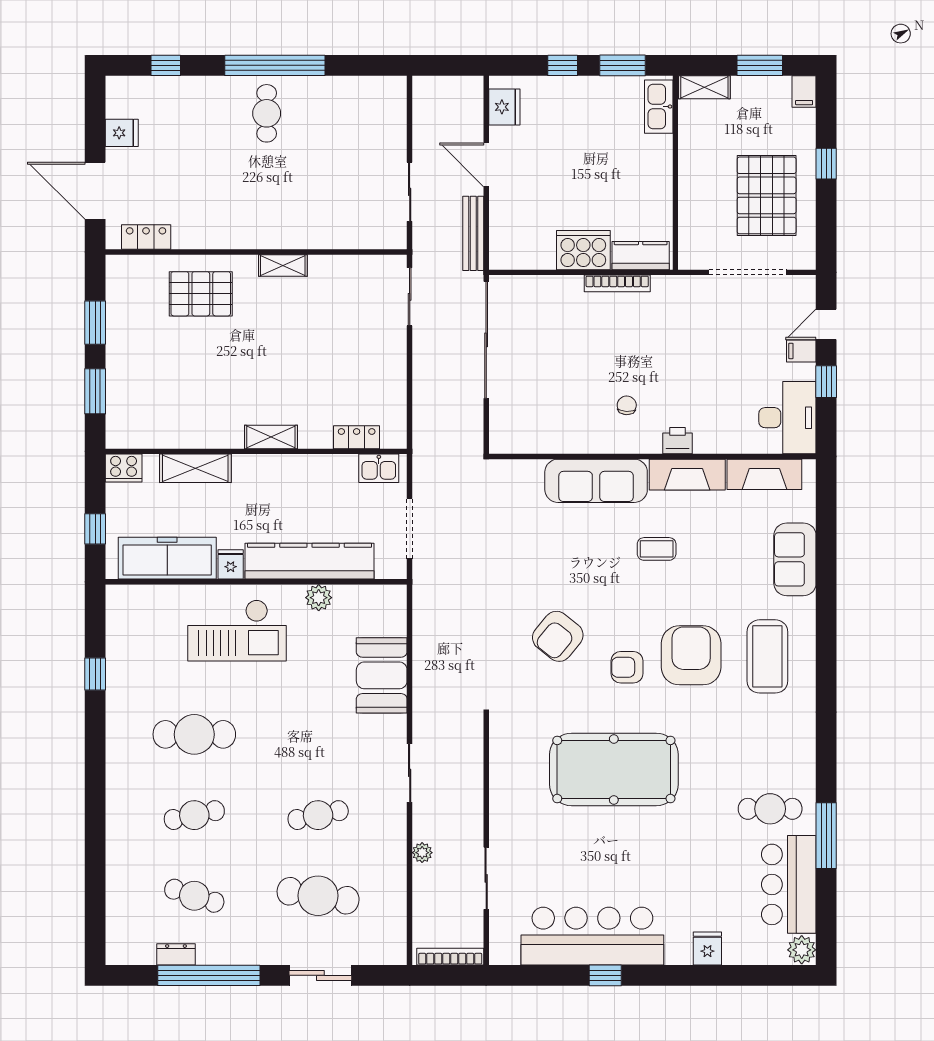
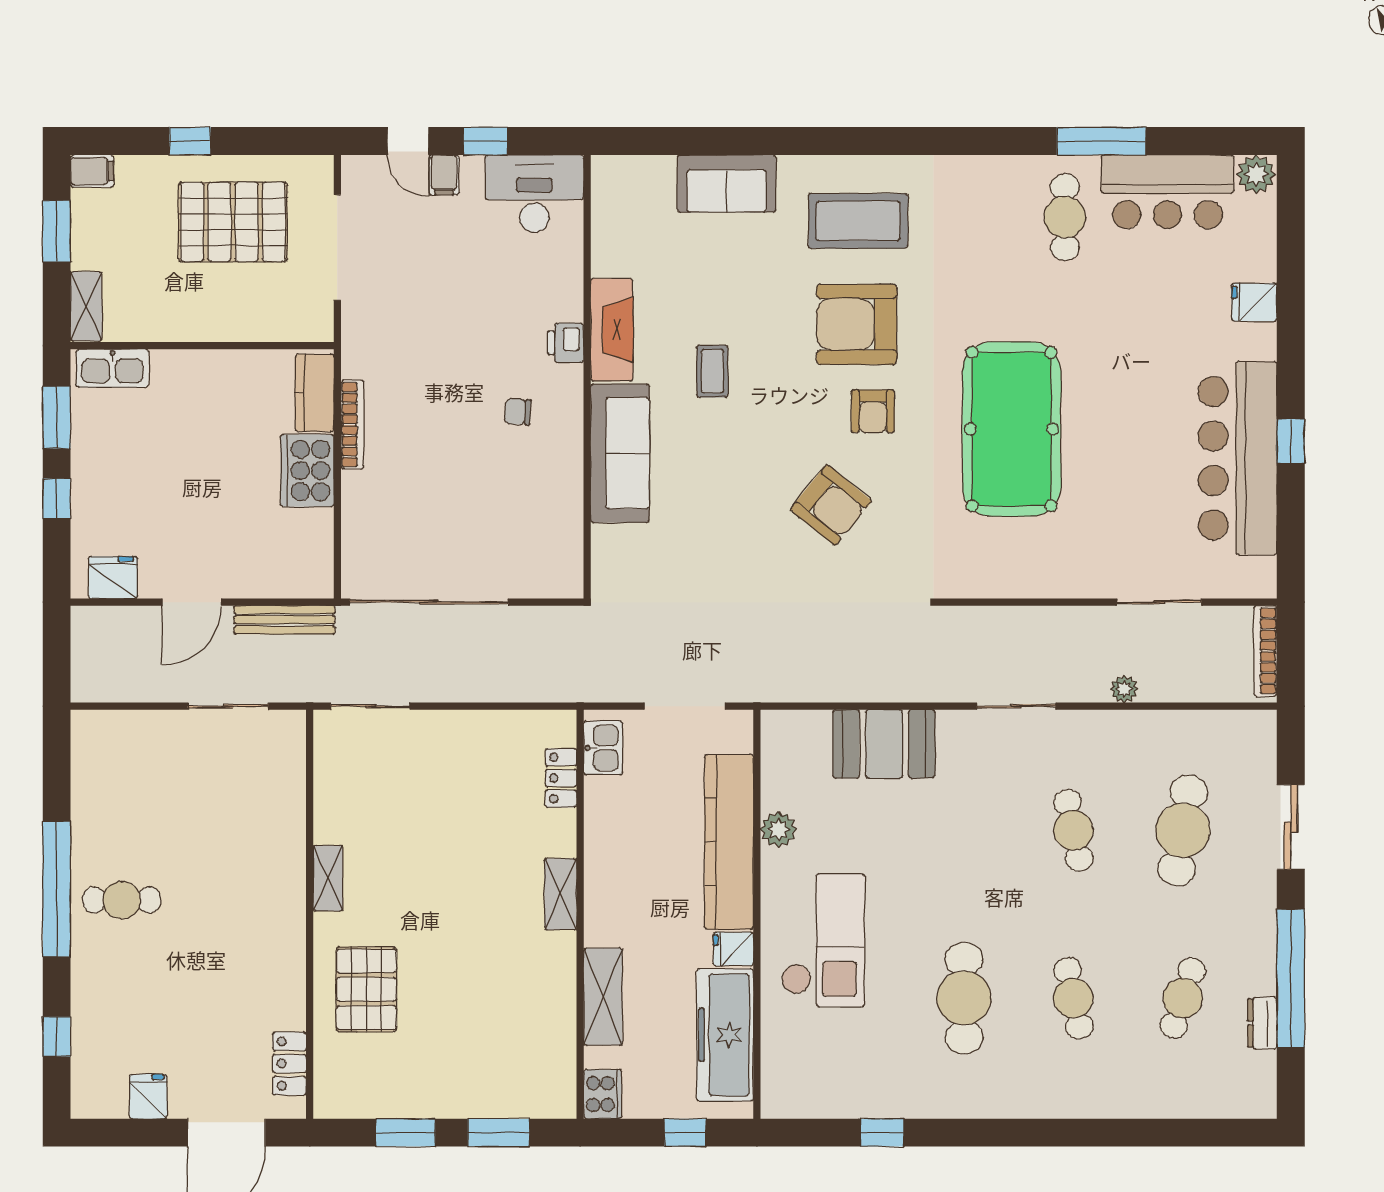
fireplace: (764, 474) -> (611, 225), removed

